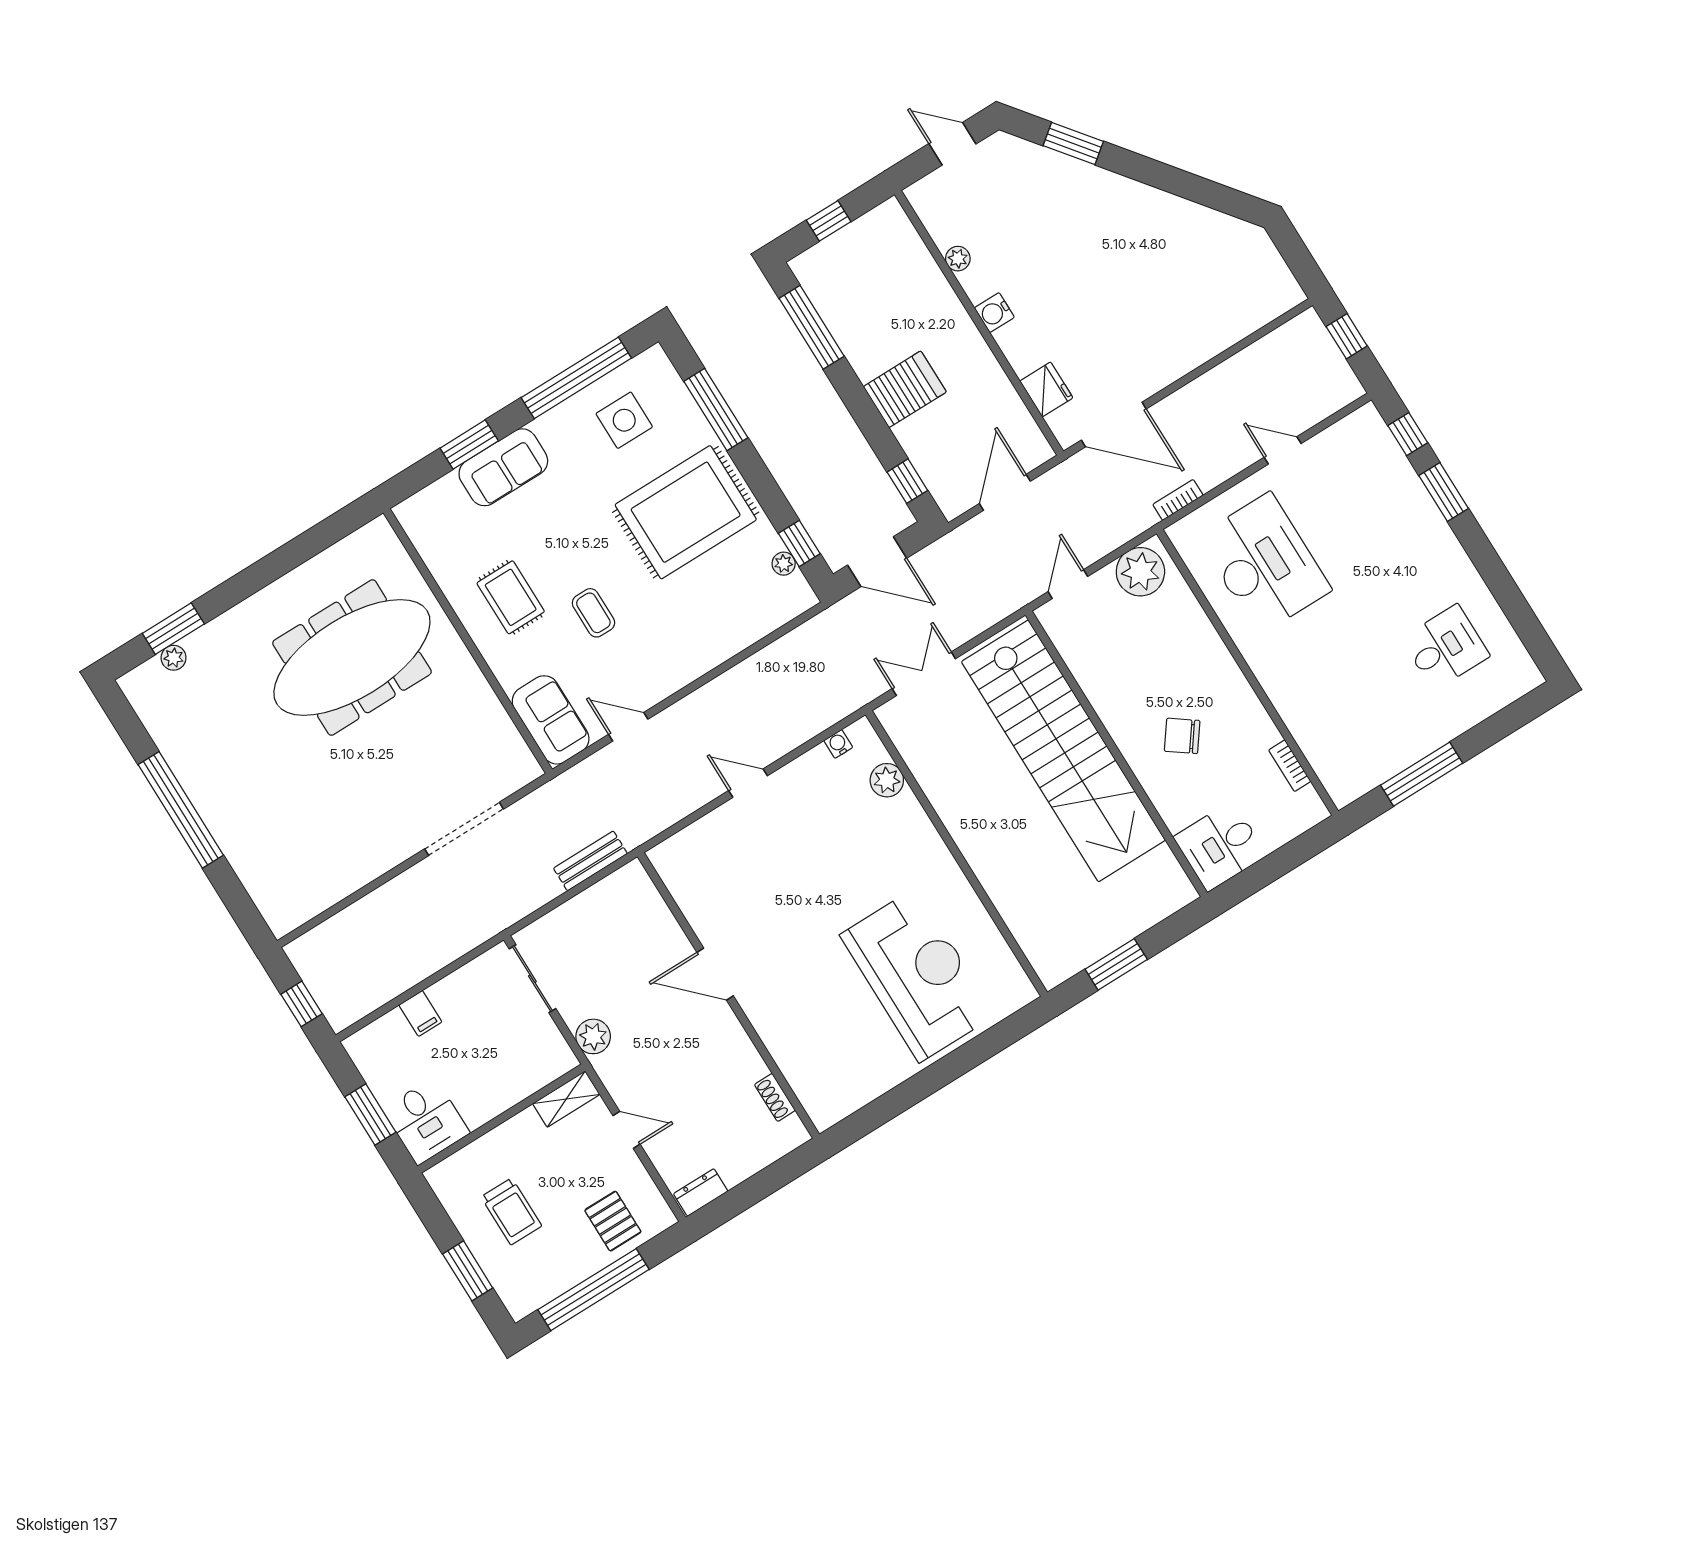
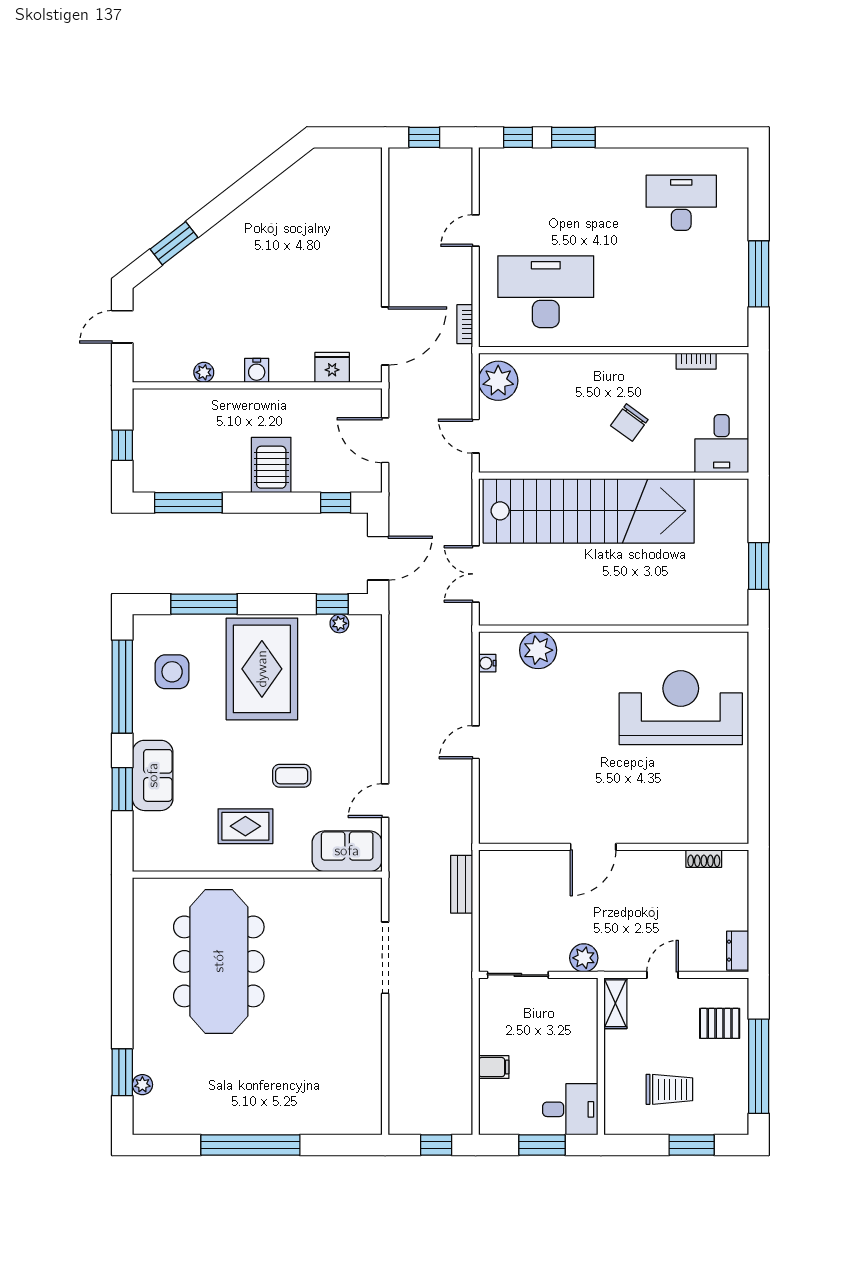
desk: (1445, 647) -> (681, 203), width x1.37
plant: (887, 780) -> (538, 650), width x1.36, depth x1.36

